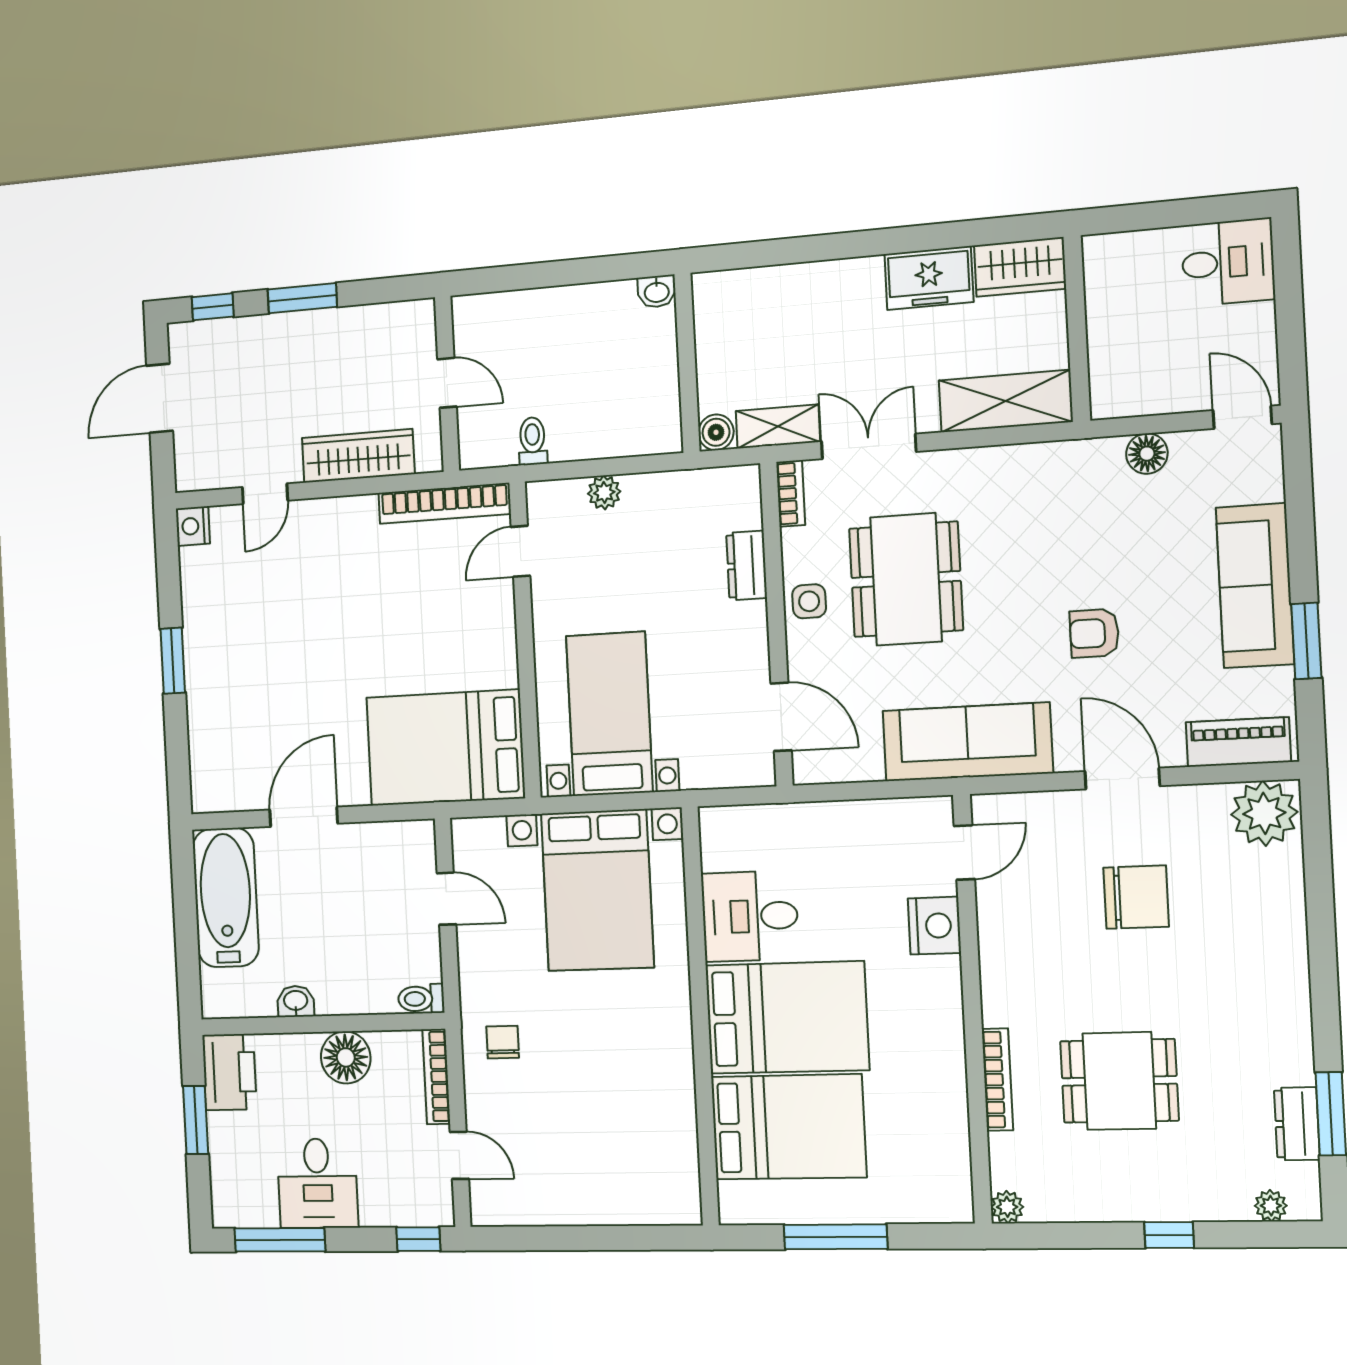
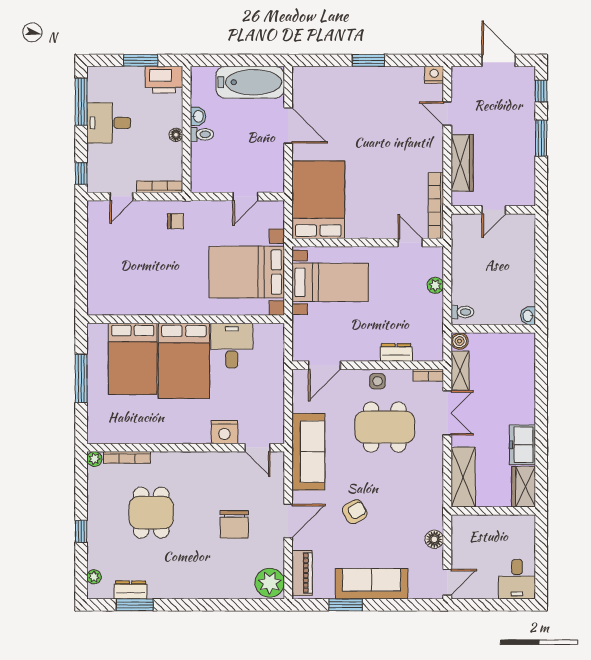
toilet: (533, 441) -> (462, 312), moved
armchair: (1094, 633) -> (355, 512), turned 61
toilet: (421, 999) -> (202, 134), moved, turned 90
floor lamp: (346, 1057) -> (176, 135), width x0.53, depth x0.53
bookcase: (997, 1080) -> (127, 457), moved

